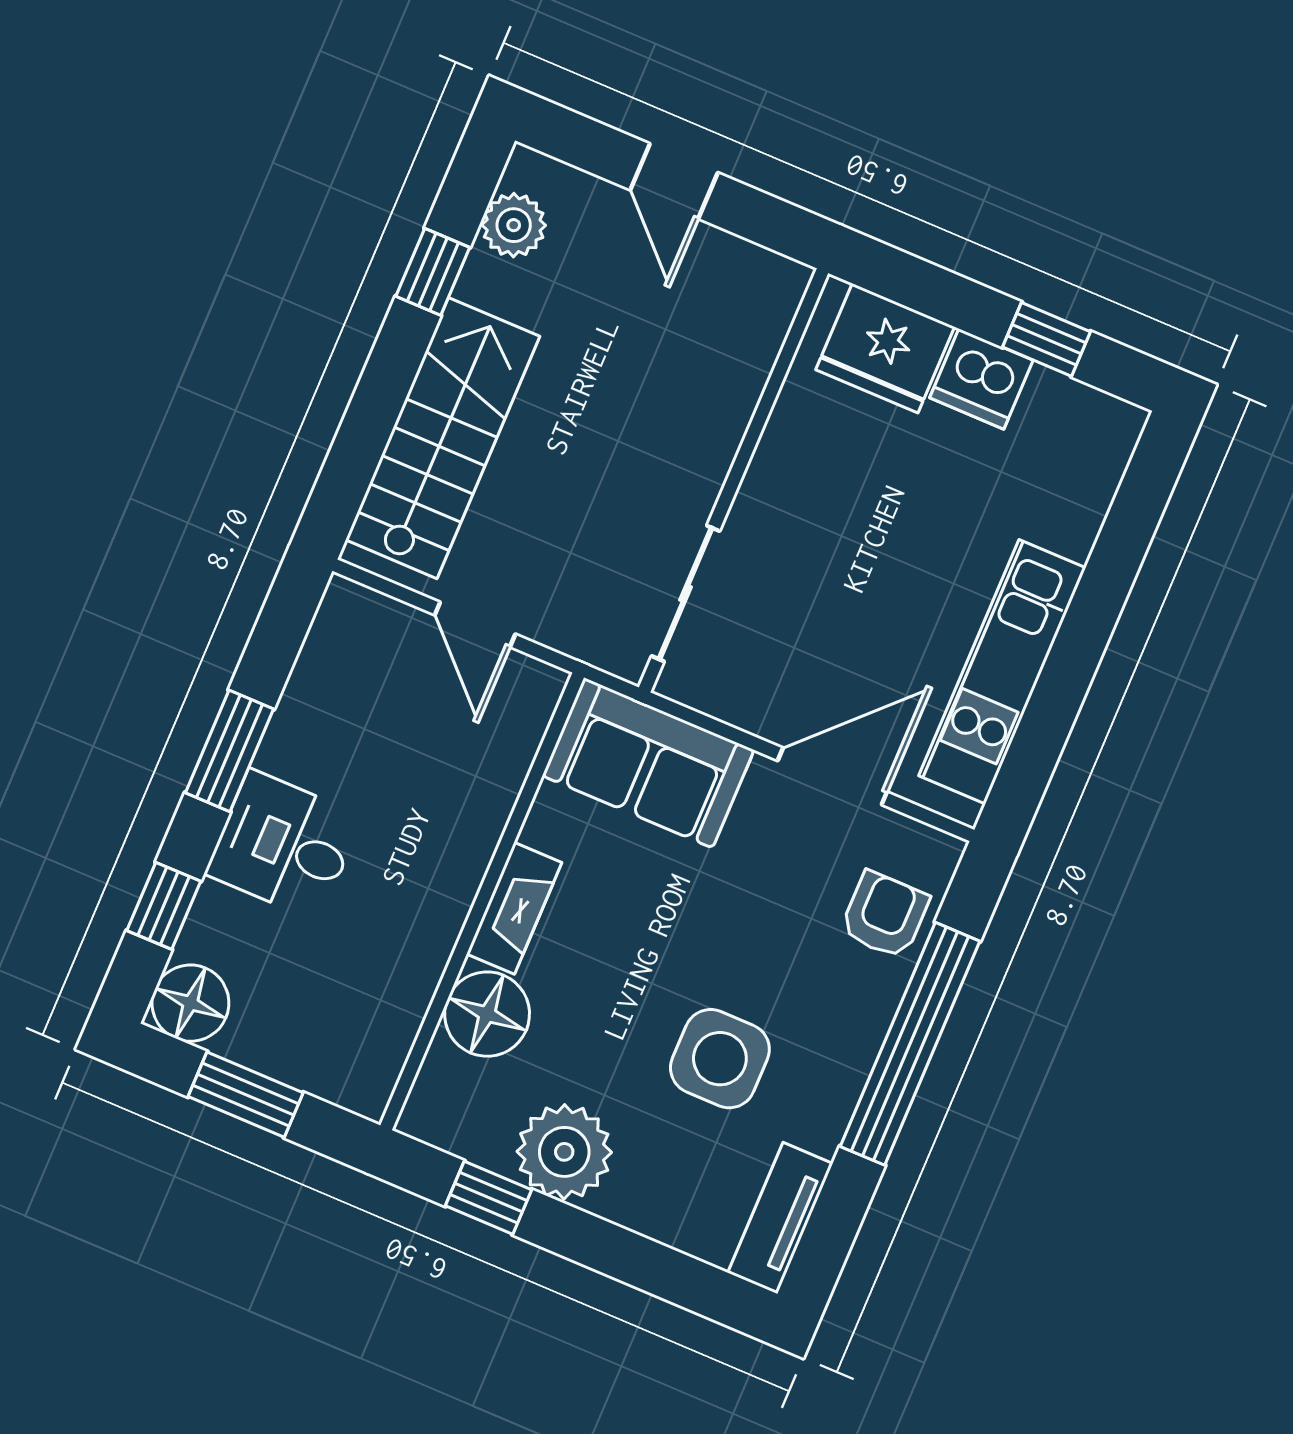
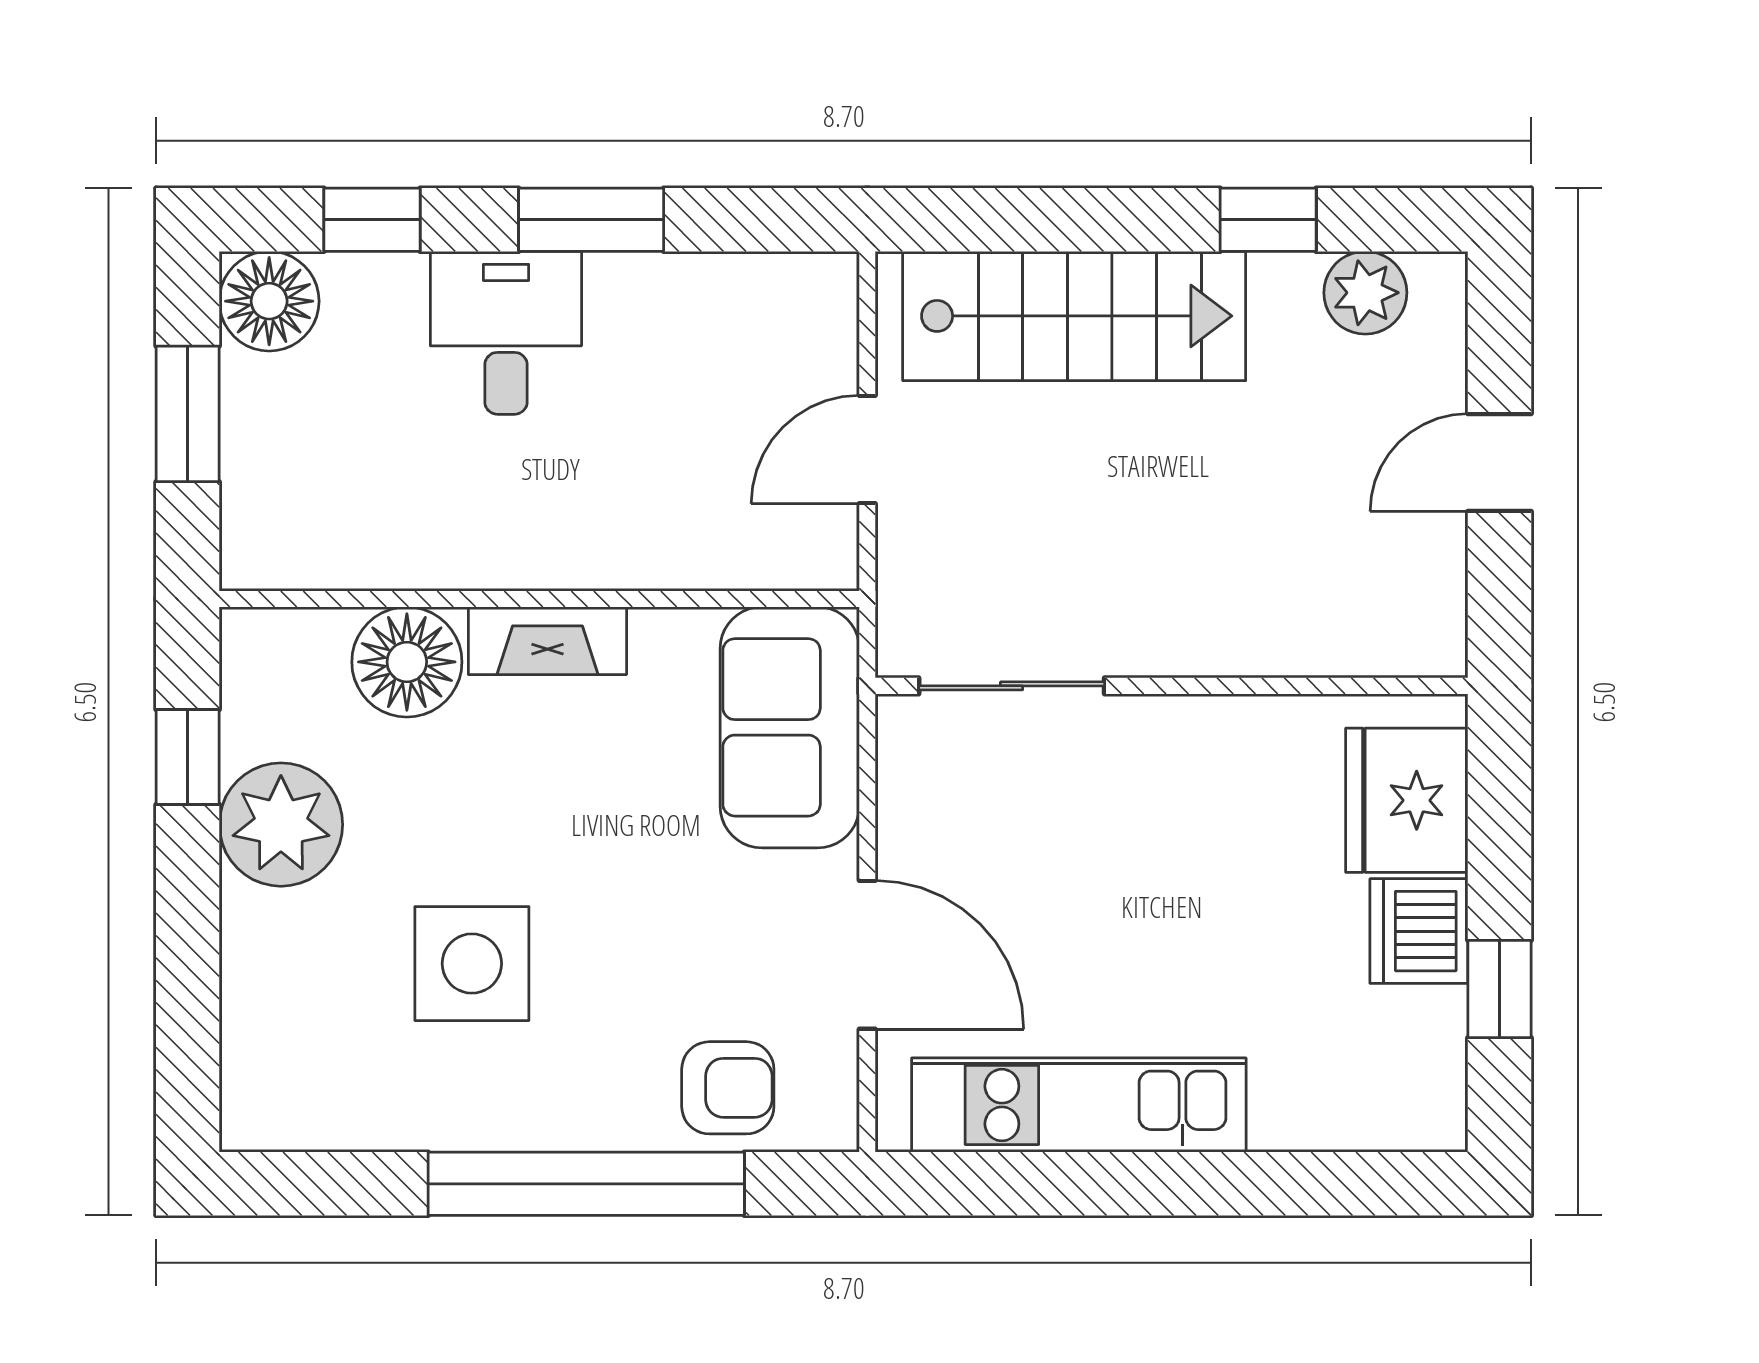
tv unit: (780, 1218) -> (312, 1117), removed

